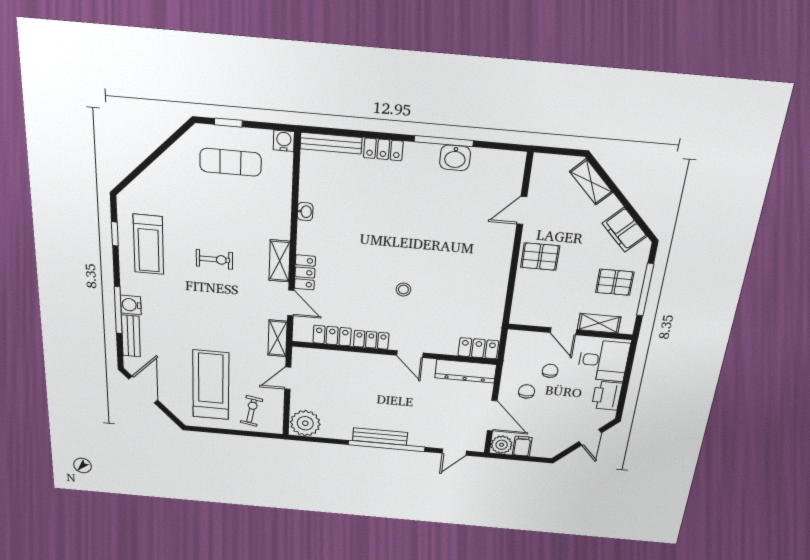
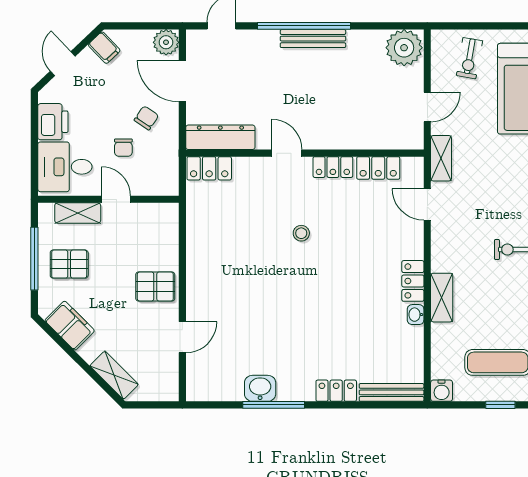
shelving: (280, 261) -> (442, 298), moved
locker: (305, 272) -> (413, 281), moved
chair: (527, 391) -> (146, 118), turned -146
filing cabinet: (522, 446) -> (104, 48), moved, turned -44

